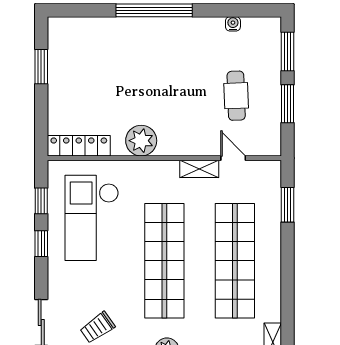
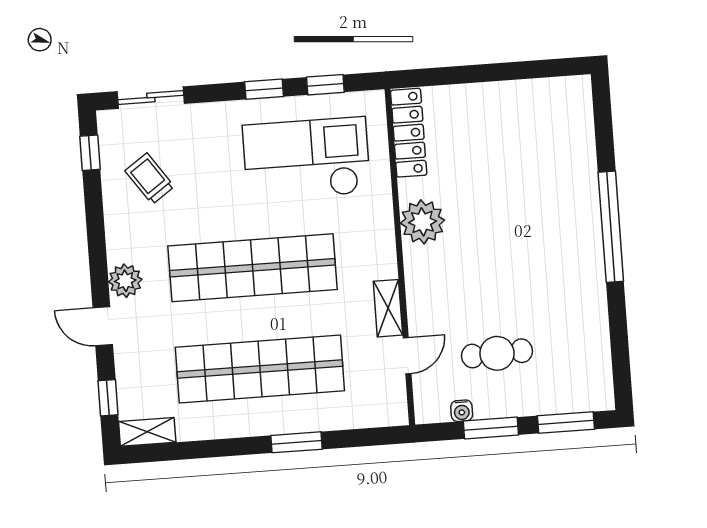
water cooler: (233, 24) -> (462, 411), moved, turned 90
window: (41, 67) -> (518, 71), removed
window: (288, 205) -> (296, 442), moved

